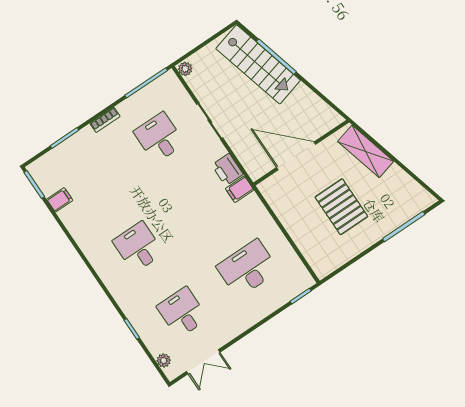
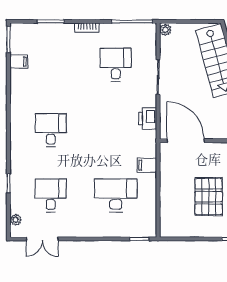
door: (296, 156) -> (186, 141), moved
filing cabinet: (240, 189) -> (147, 165), moved

